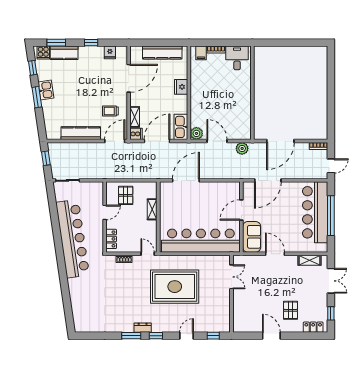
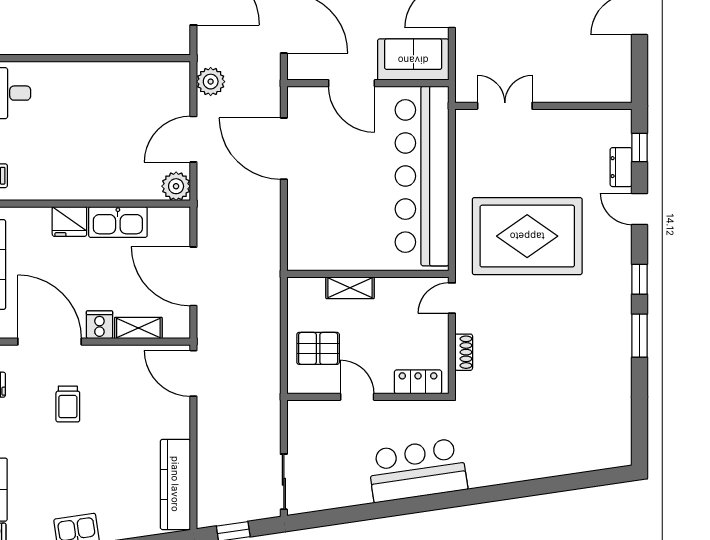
trolley: (110, 111) -> (68, 404), moved
kitchen sink: (181, 127) -> (118, 222), moved
kitchen counter: (81, 133) -> (175, 484), moved
cooker: (136, 134) -> (99, 325), moved
door: (186, 180) -> (284, 149), moved
bar counter: (73, 239) -> (417, 470), width x0.54
rug: (175, 287) -> (527, 236), turned 90
dresser: (143, 328) -> (621, 167), moved

